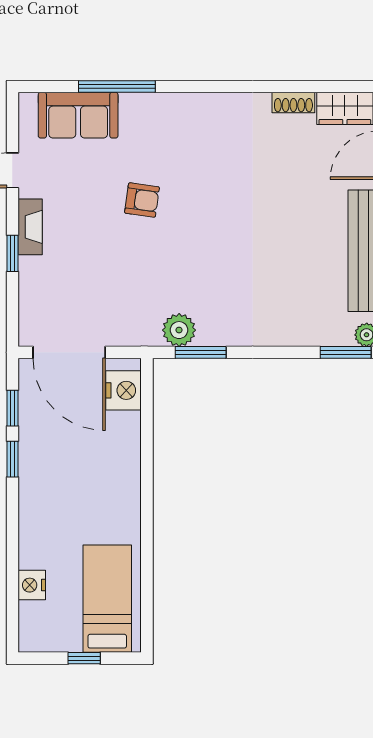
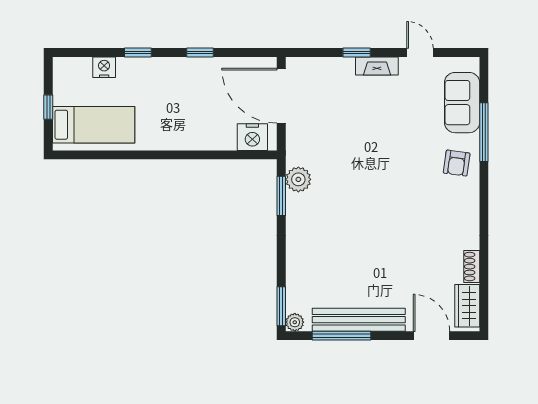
armchair: (142, 200) -> (457, 163), moved
door: (69, 352) -> (281, 96), hinge flipped
window: (12, 408) -> (138, 53), moved

